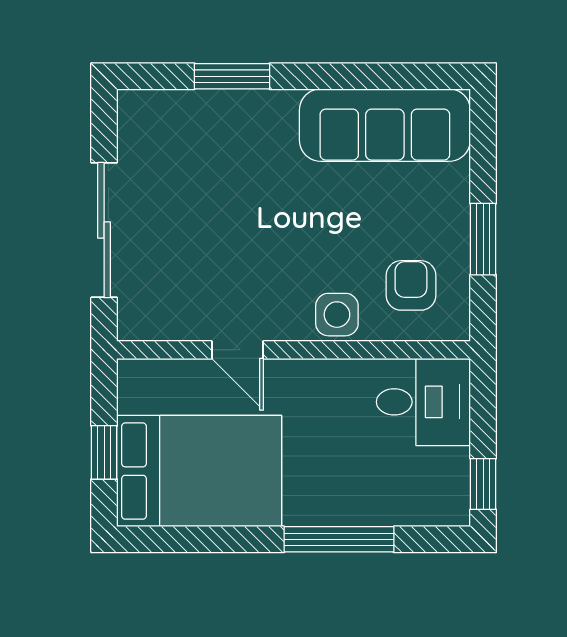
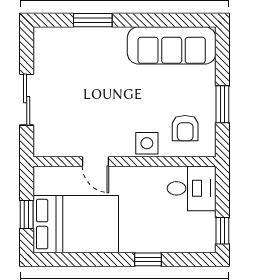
sliding door: (104, 230) -> (27, 100), width x0.73
armchair: (411, 285) -> (185, 128), turned 180
window: (339, 539) -> (148, 259), width x0.46

